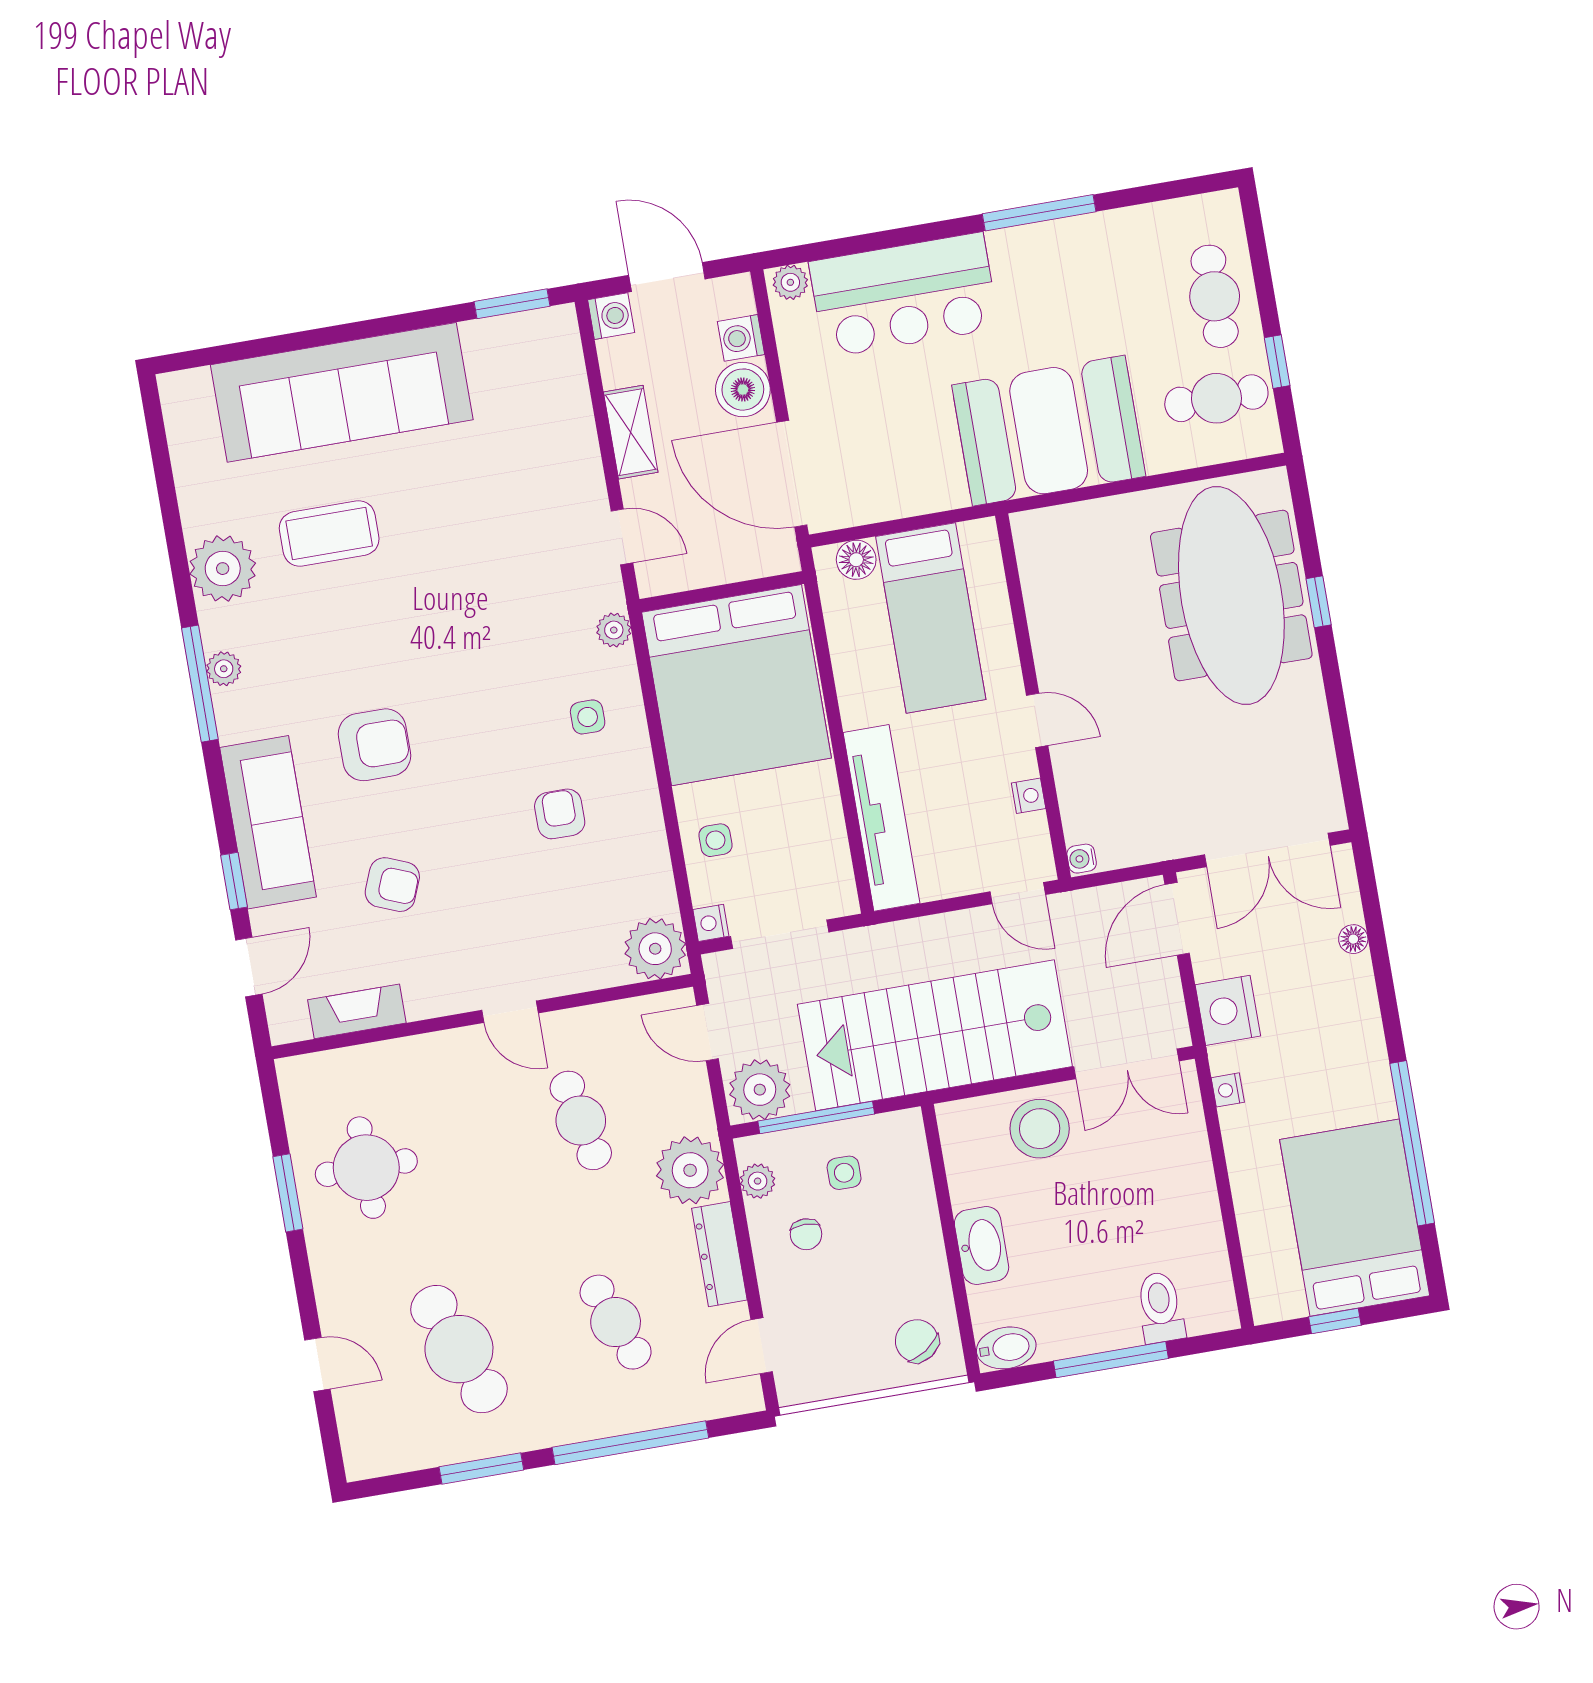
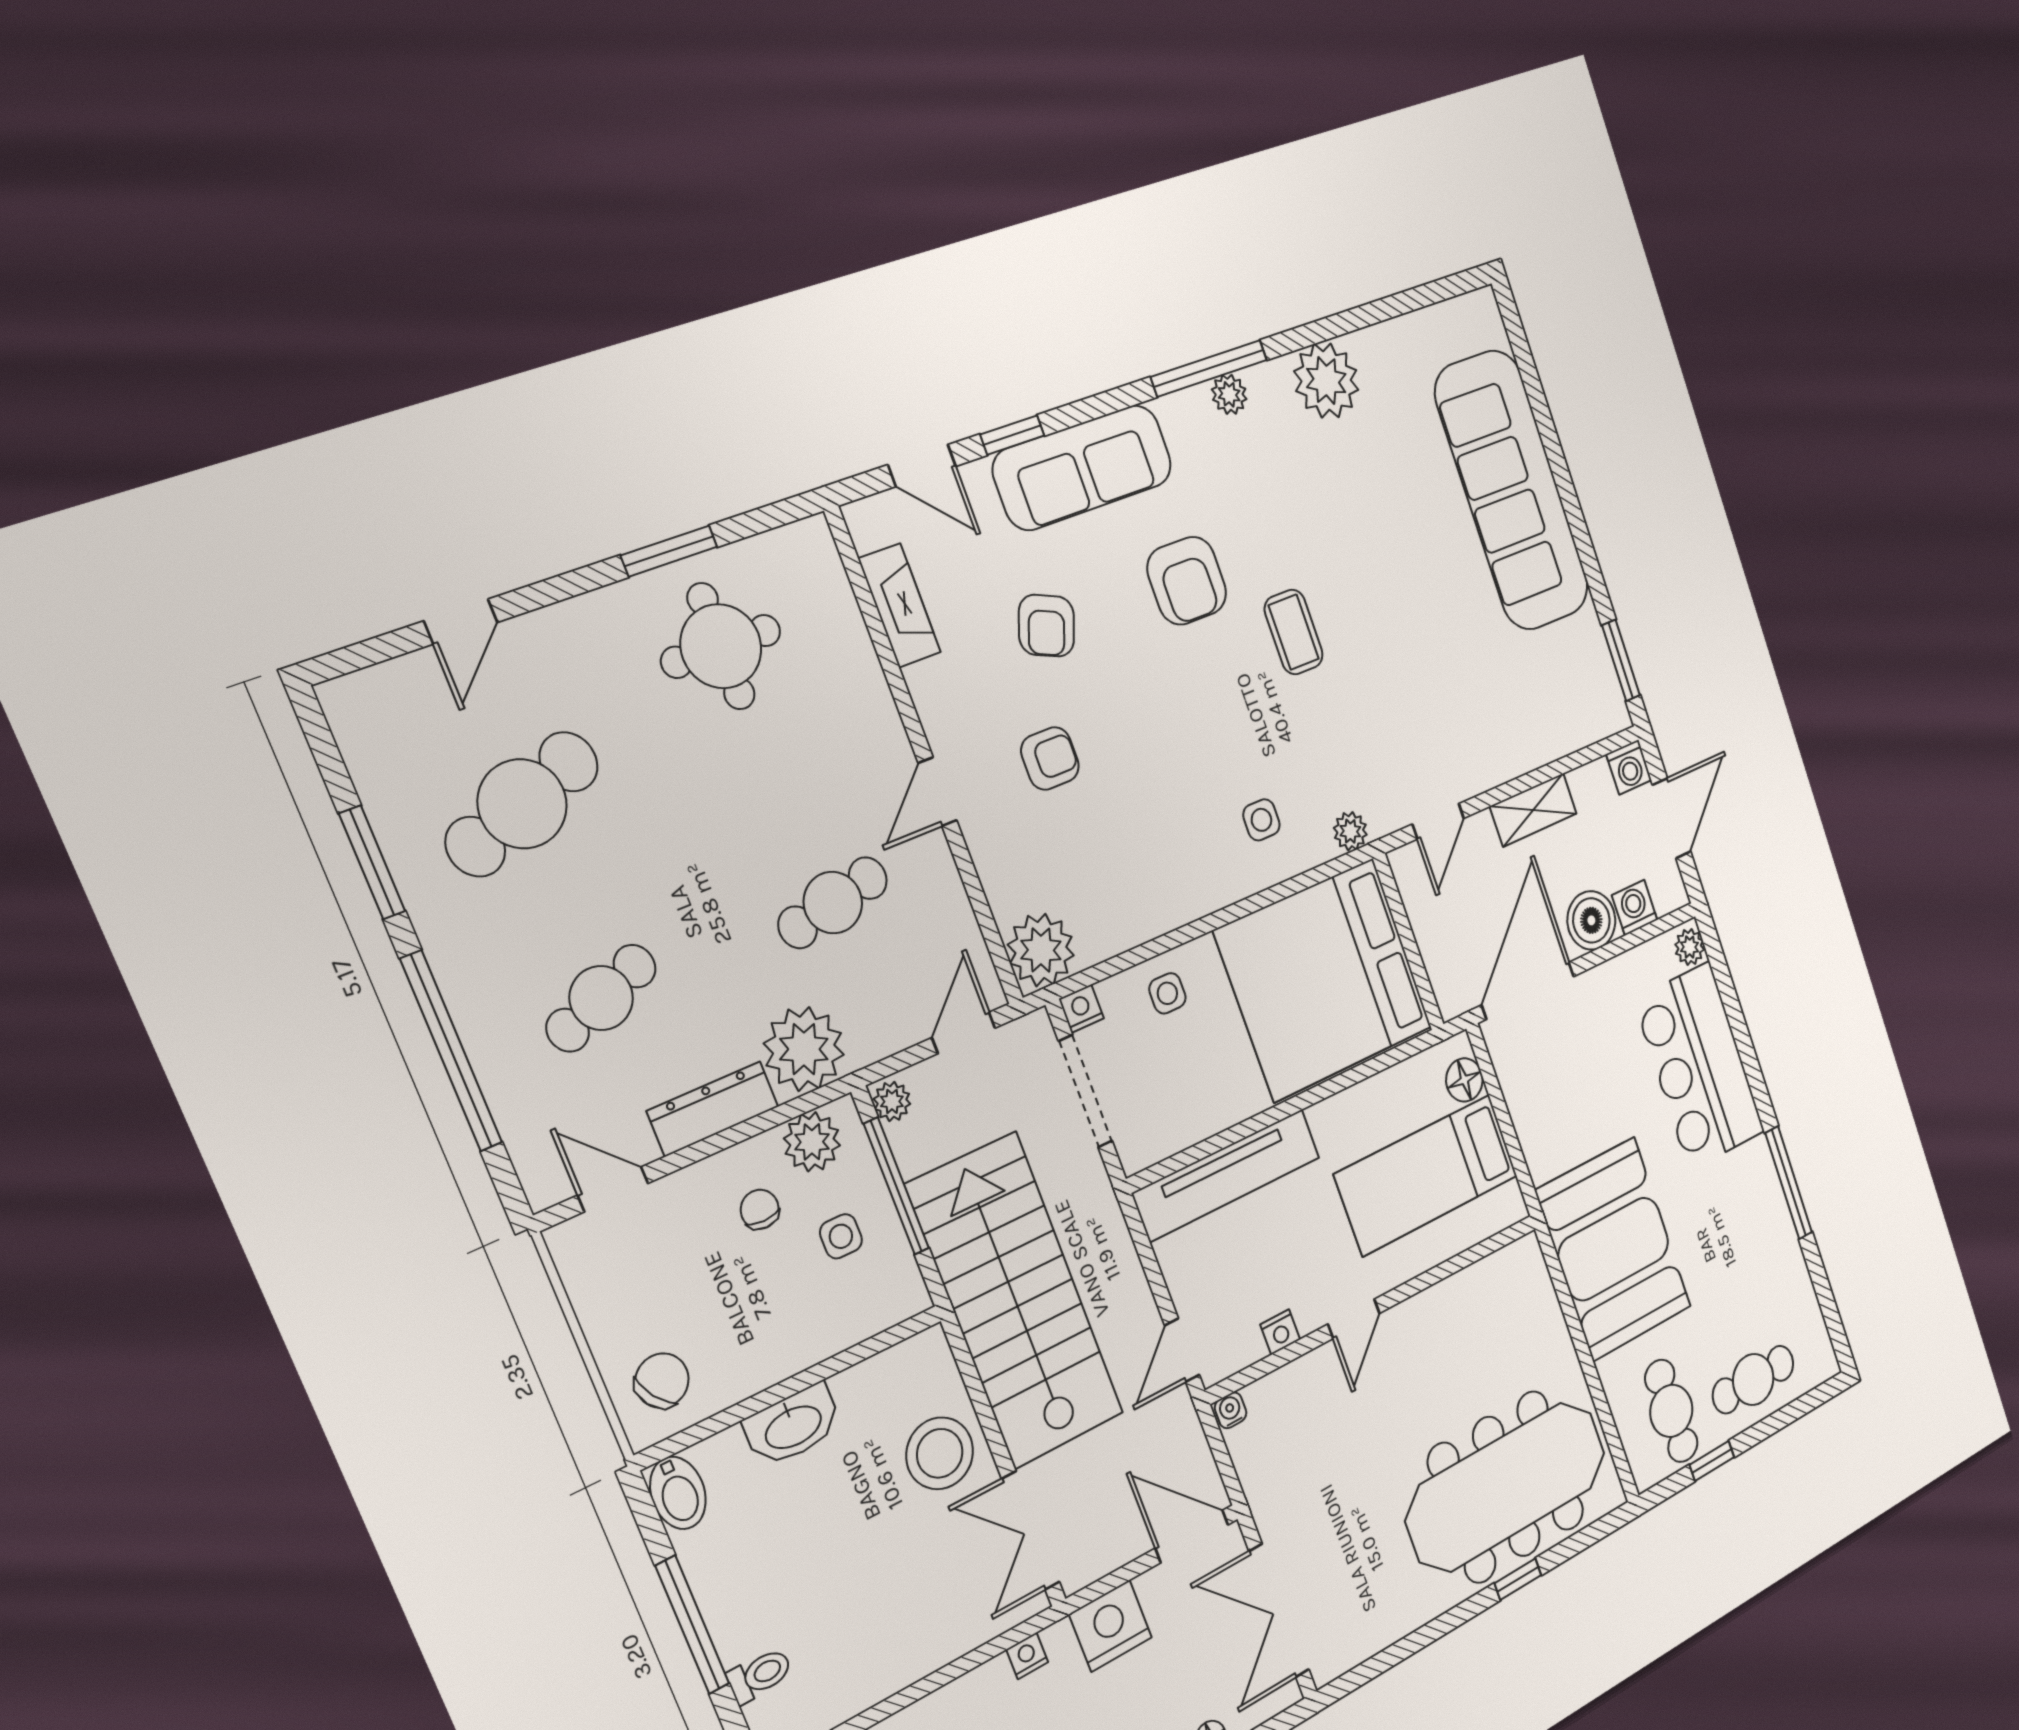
coffee table: (329, 534) -> (1294, 632), moved, width x0.73, depth x0.77
armchair: (560, 814) -> (1050, 758), moved
plant: (760, 1090) -> (892, 1101), width x0.53, depth x0.53
plant: (758, 1181) -> (812, 1142), width x1.38, depth x1.38
chair: (806, 1234) -> (760, 1209), turned 90
toilet: (1160, 1307) -> (760, 1675), width x0.73, depth x0.72

